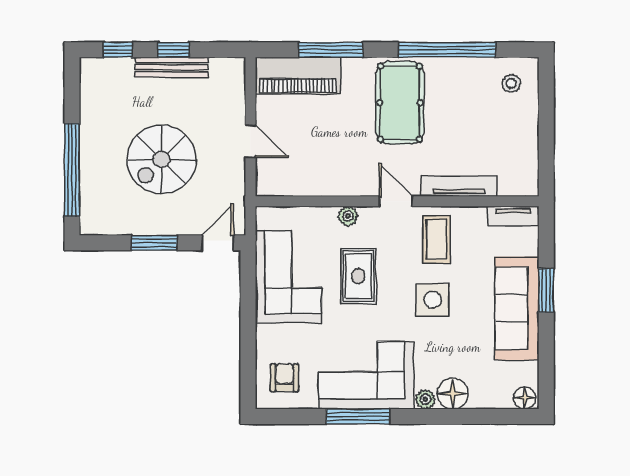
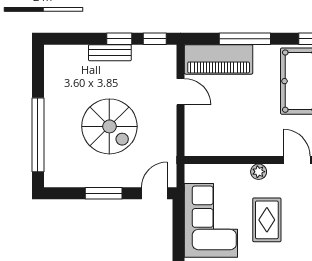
window: (118, 50) -> (155, 39), moved
bench: (172, 67) -> (110, 53), width x0.73
door: (250, 141) -> (181, 92), moved
spiral stairs: (161, 159) -> (109, 126), turned -90

